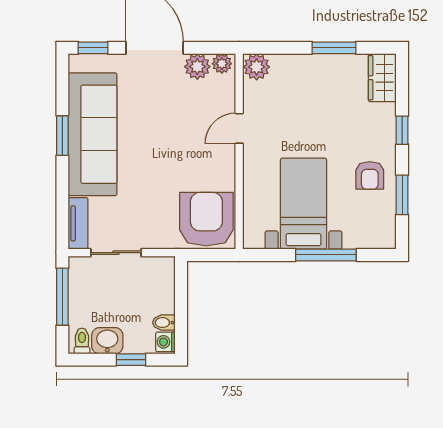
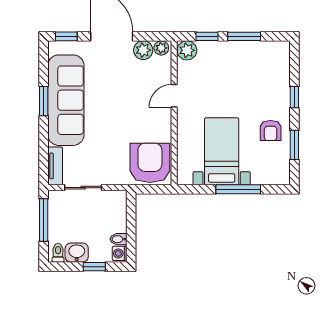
window: (284, 48) -> (207, 36), added
wardrobe: (382, 78) -> (280, 58), removed

